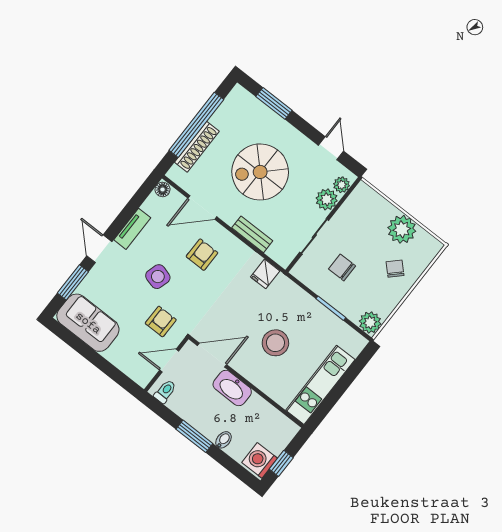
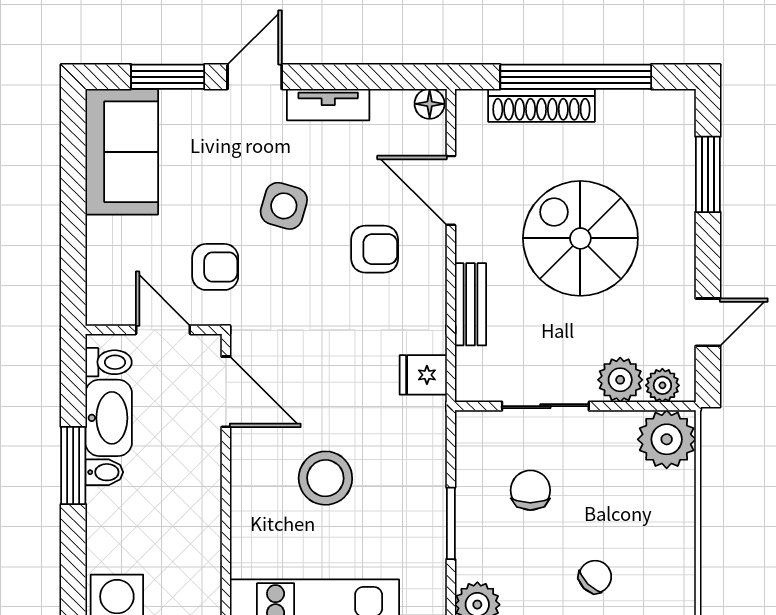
plant: (402, 229) -> (667, 439), moved
washbasin: (232, 388) -> (109, 418), moved, turned 180
bidet: (223, 440) -> (104, 472), moved

